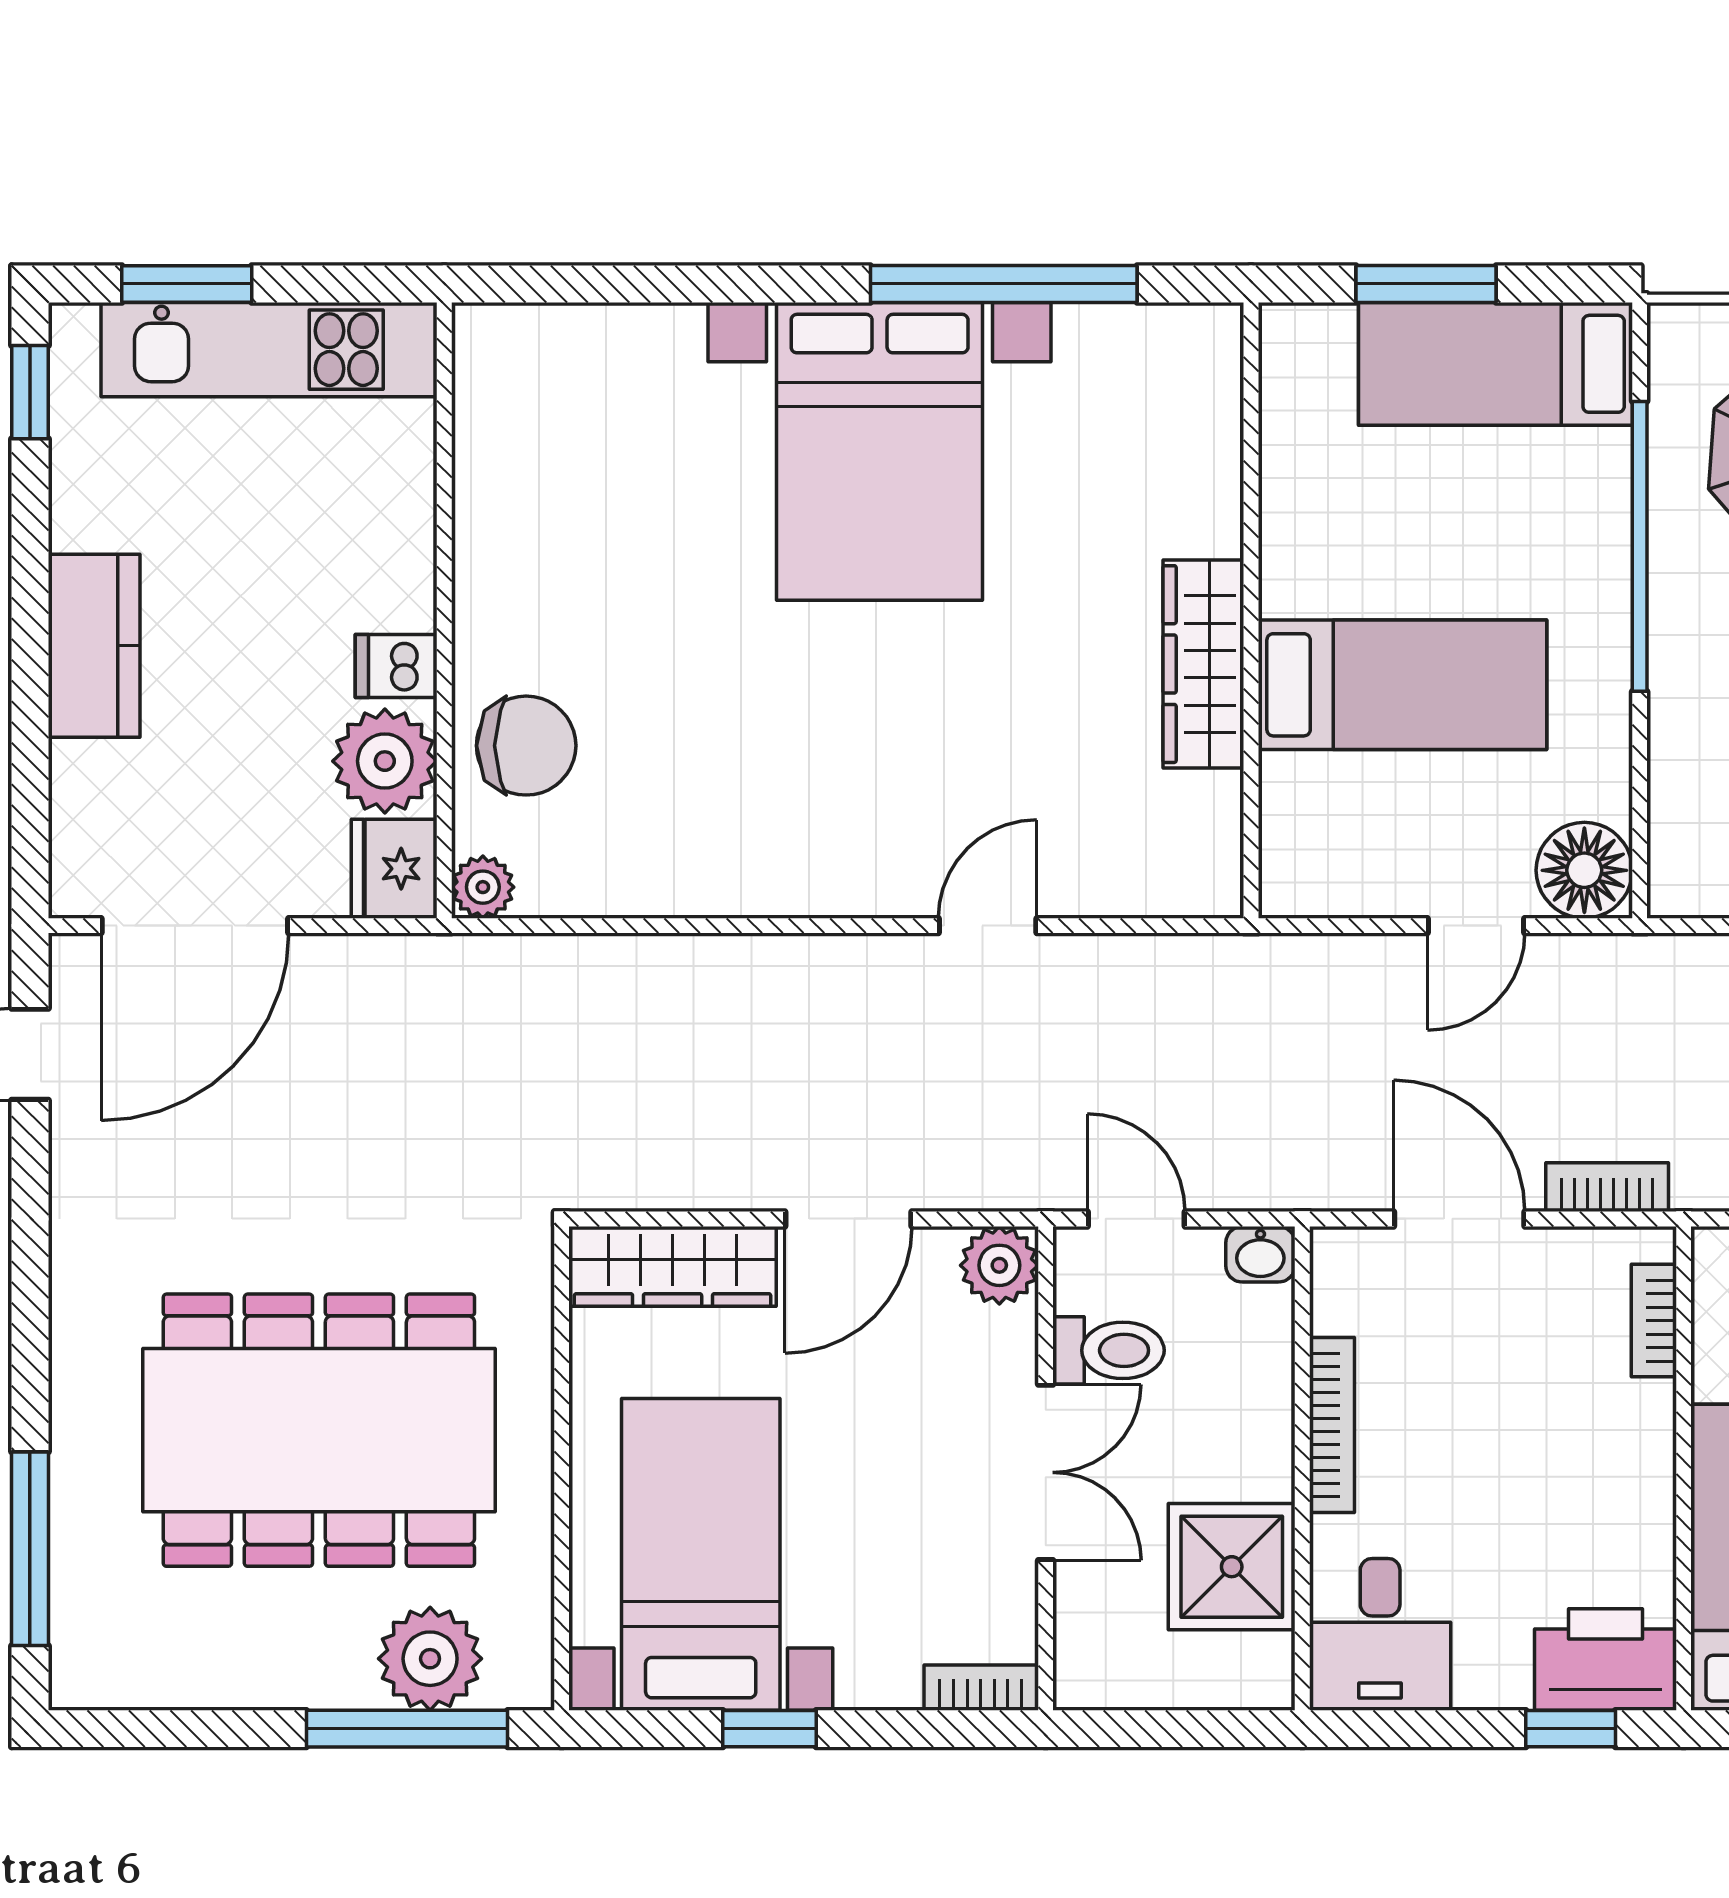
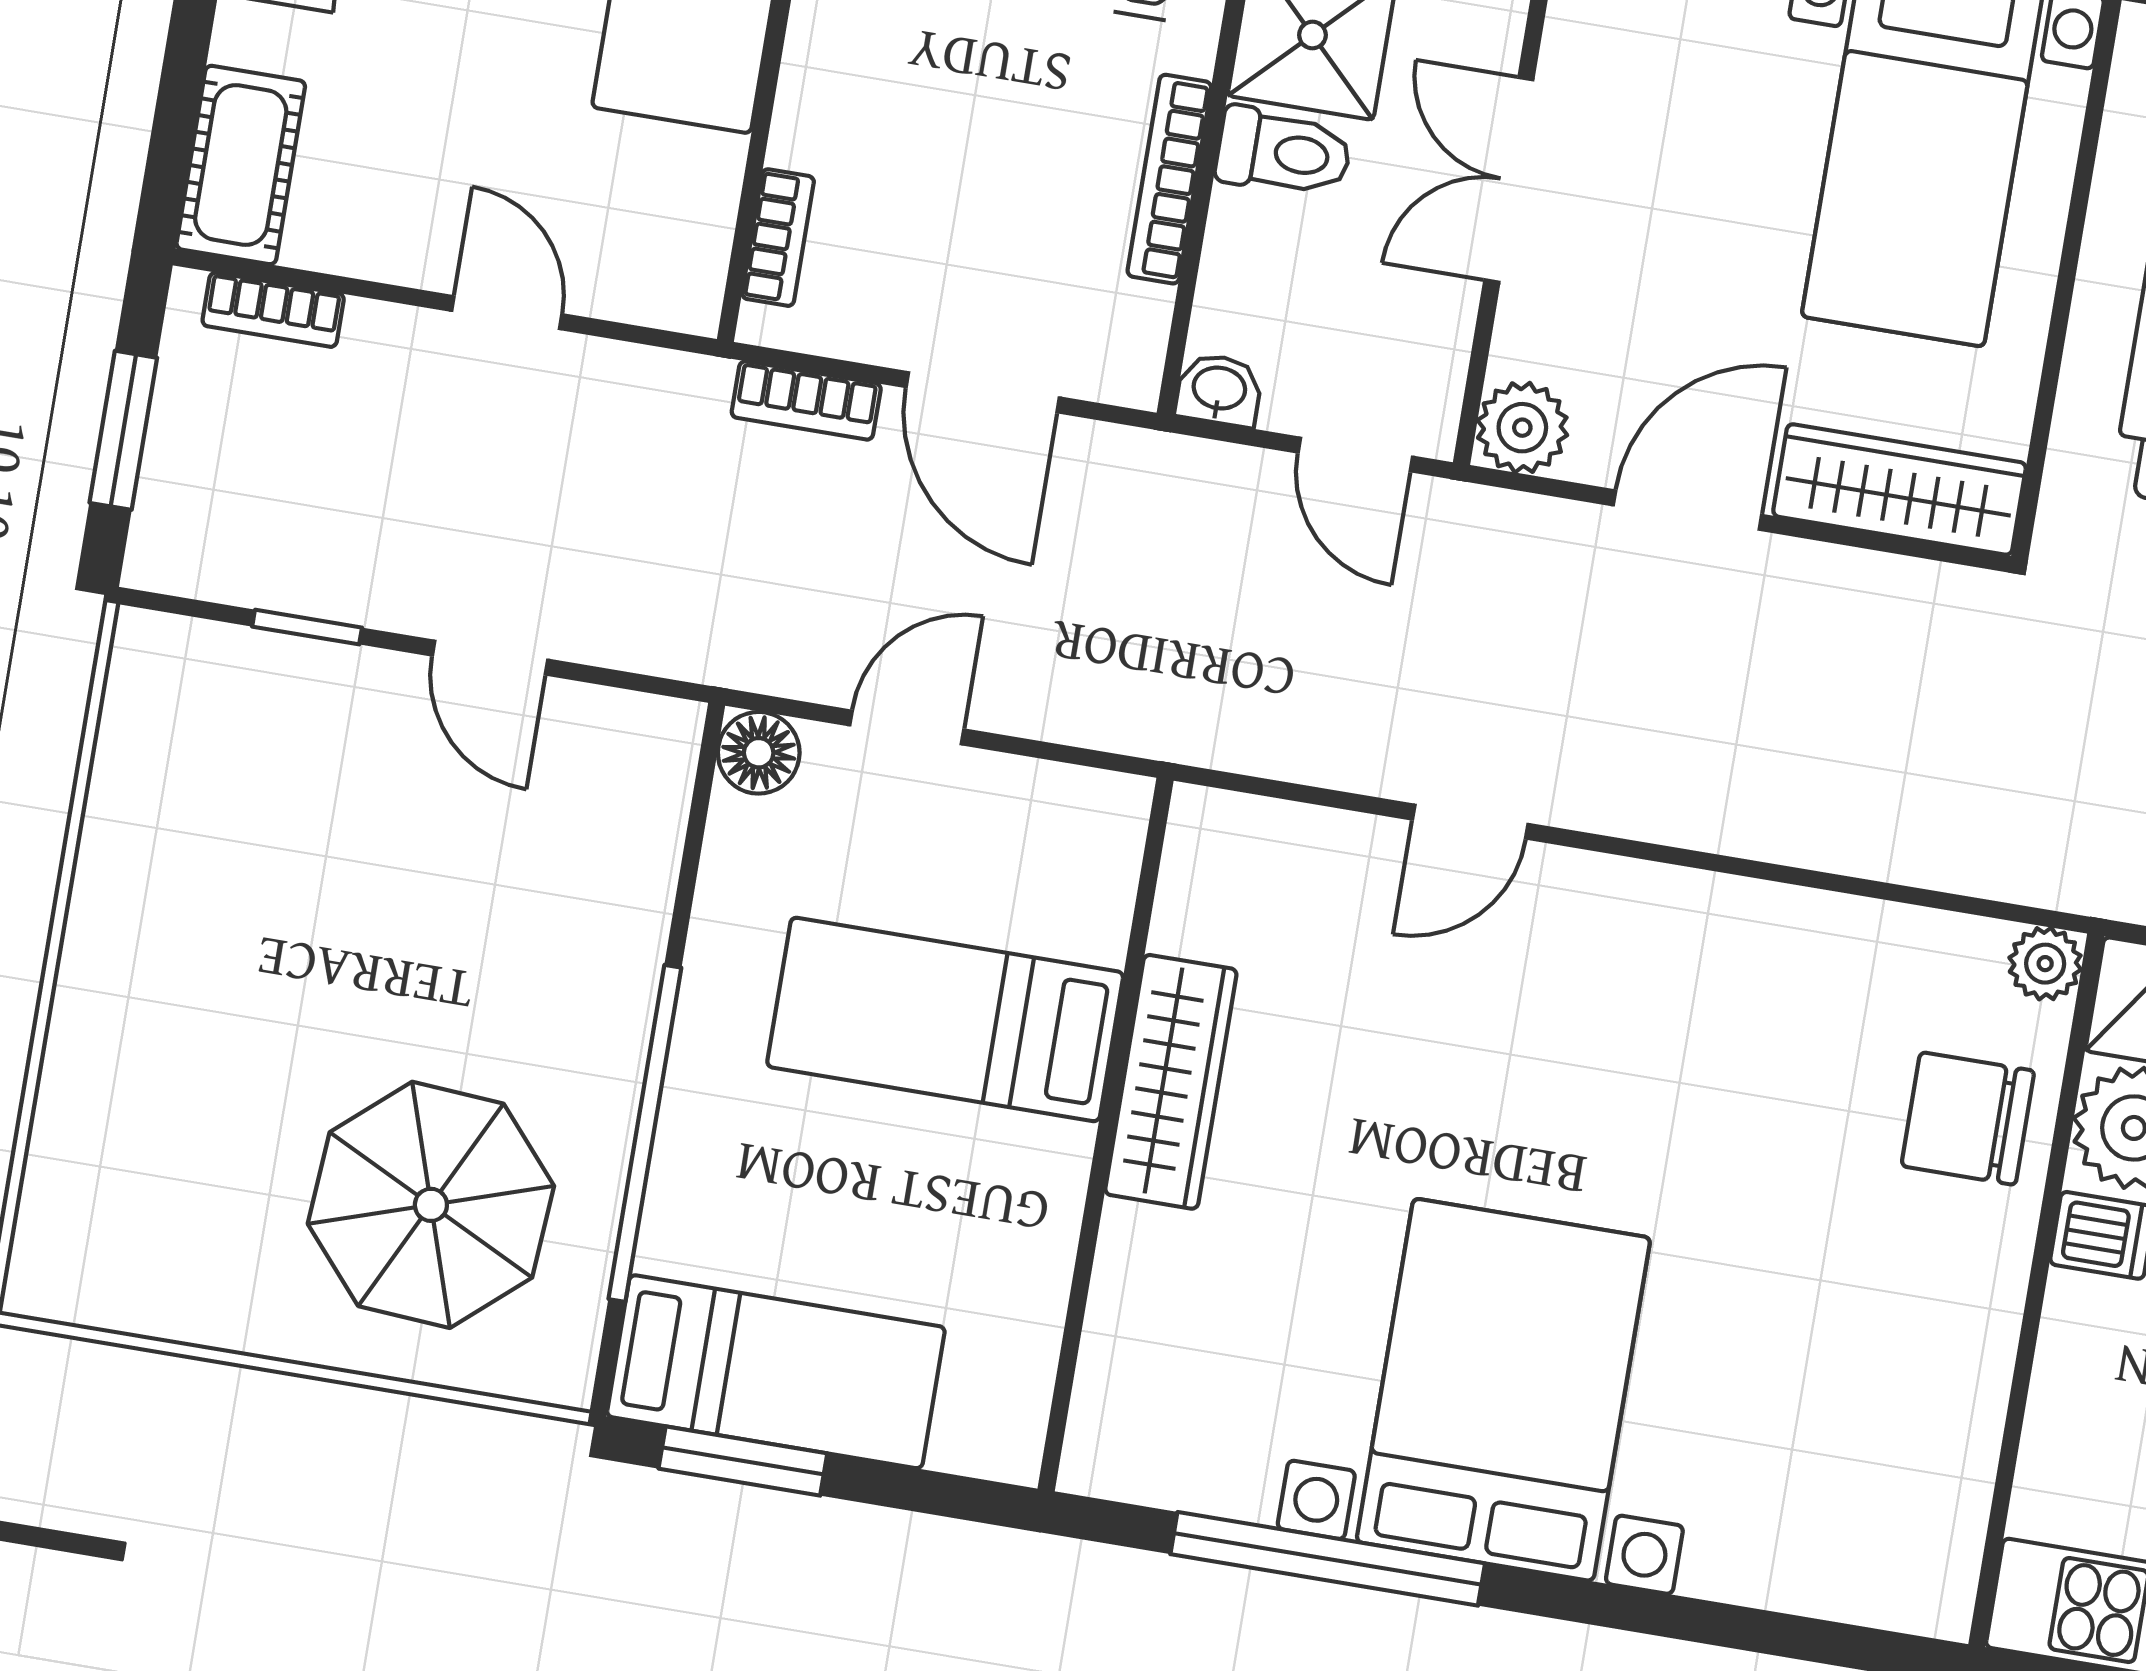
window: (1426, 284) -> (743, 1461), moved
floor lamp: (1584, 870) -> (759, 753), width x0.73, depth x0.73
toilet: (1108, 1350) -> (1284, 152), moved, turned 180

